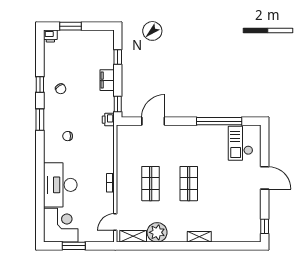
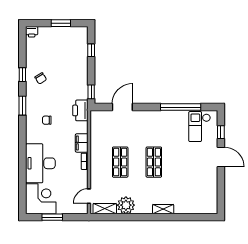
window: (71, 26) -> (61, 23), moved
filing cabinet: (107, 80) -> (82, 143), moved
printer: (108, 120) -> (80, 110), width x1.87, depth x1.48
window: (265, 226) -> (221, 132), moved

